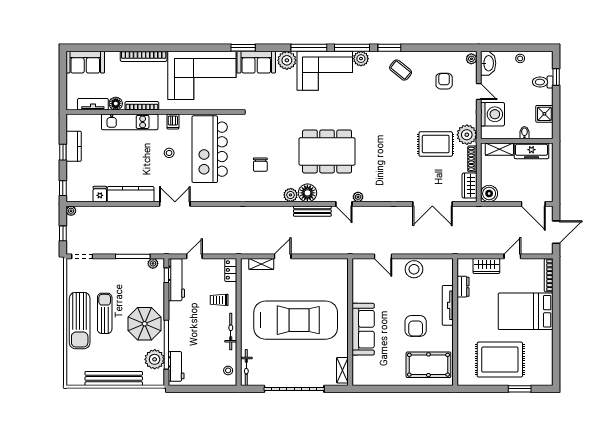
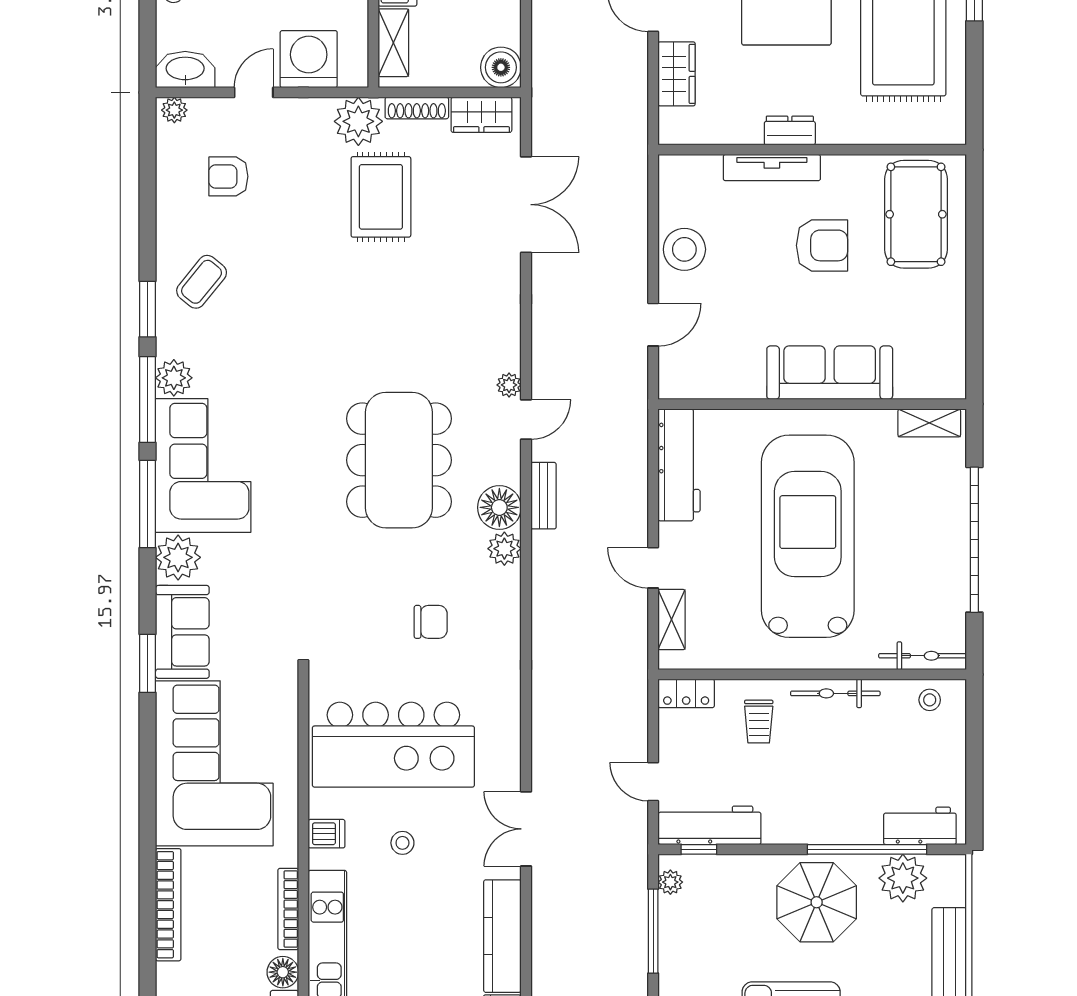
bench: (312, 211) -> (543, 496), width x0.73
workbench: (325, 267) -> (679, 465), added
dresser: (463, 287) -> (790, 131), moved

